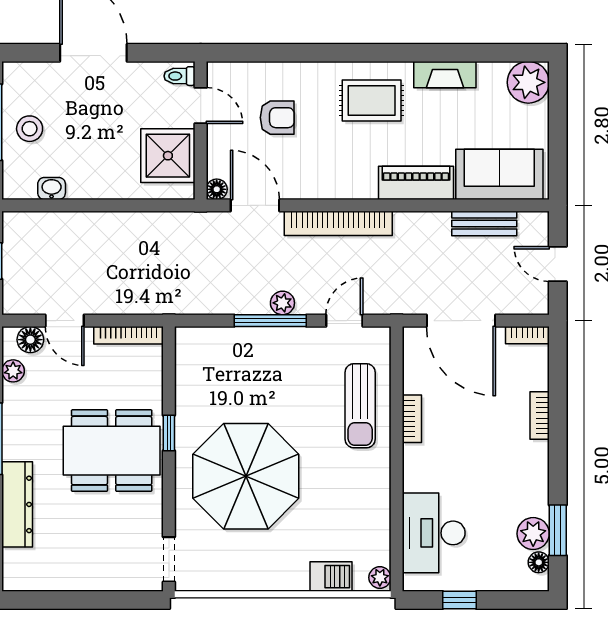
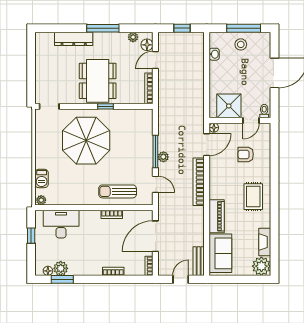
fireplace: (445, 75) -> (265, 242), moved
armchair: (277, 118) -> (246, 154), turned 90
bench: (484, 223) -> (199, 261), moved

